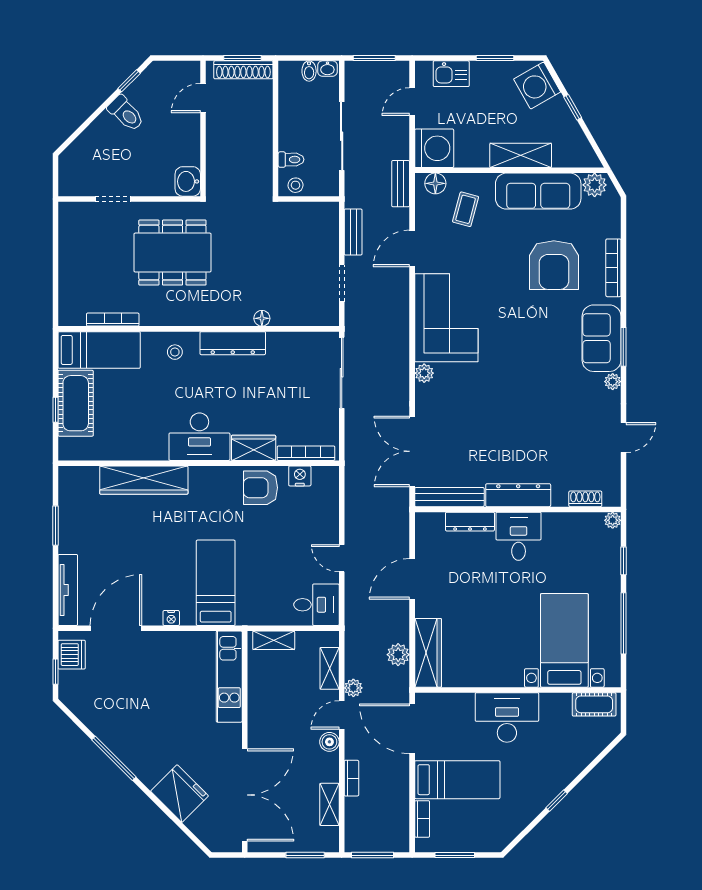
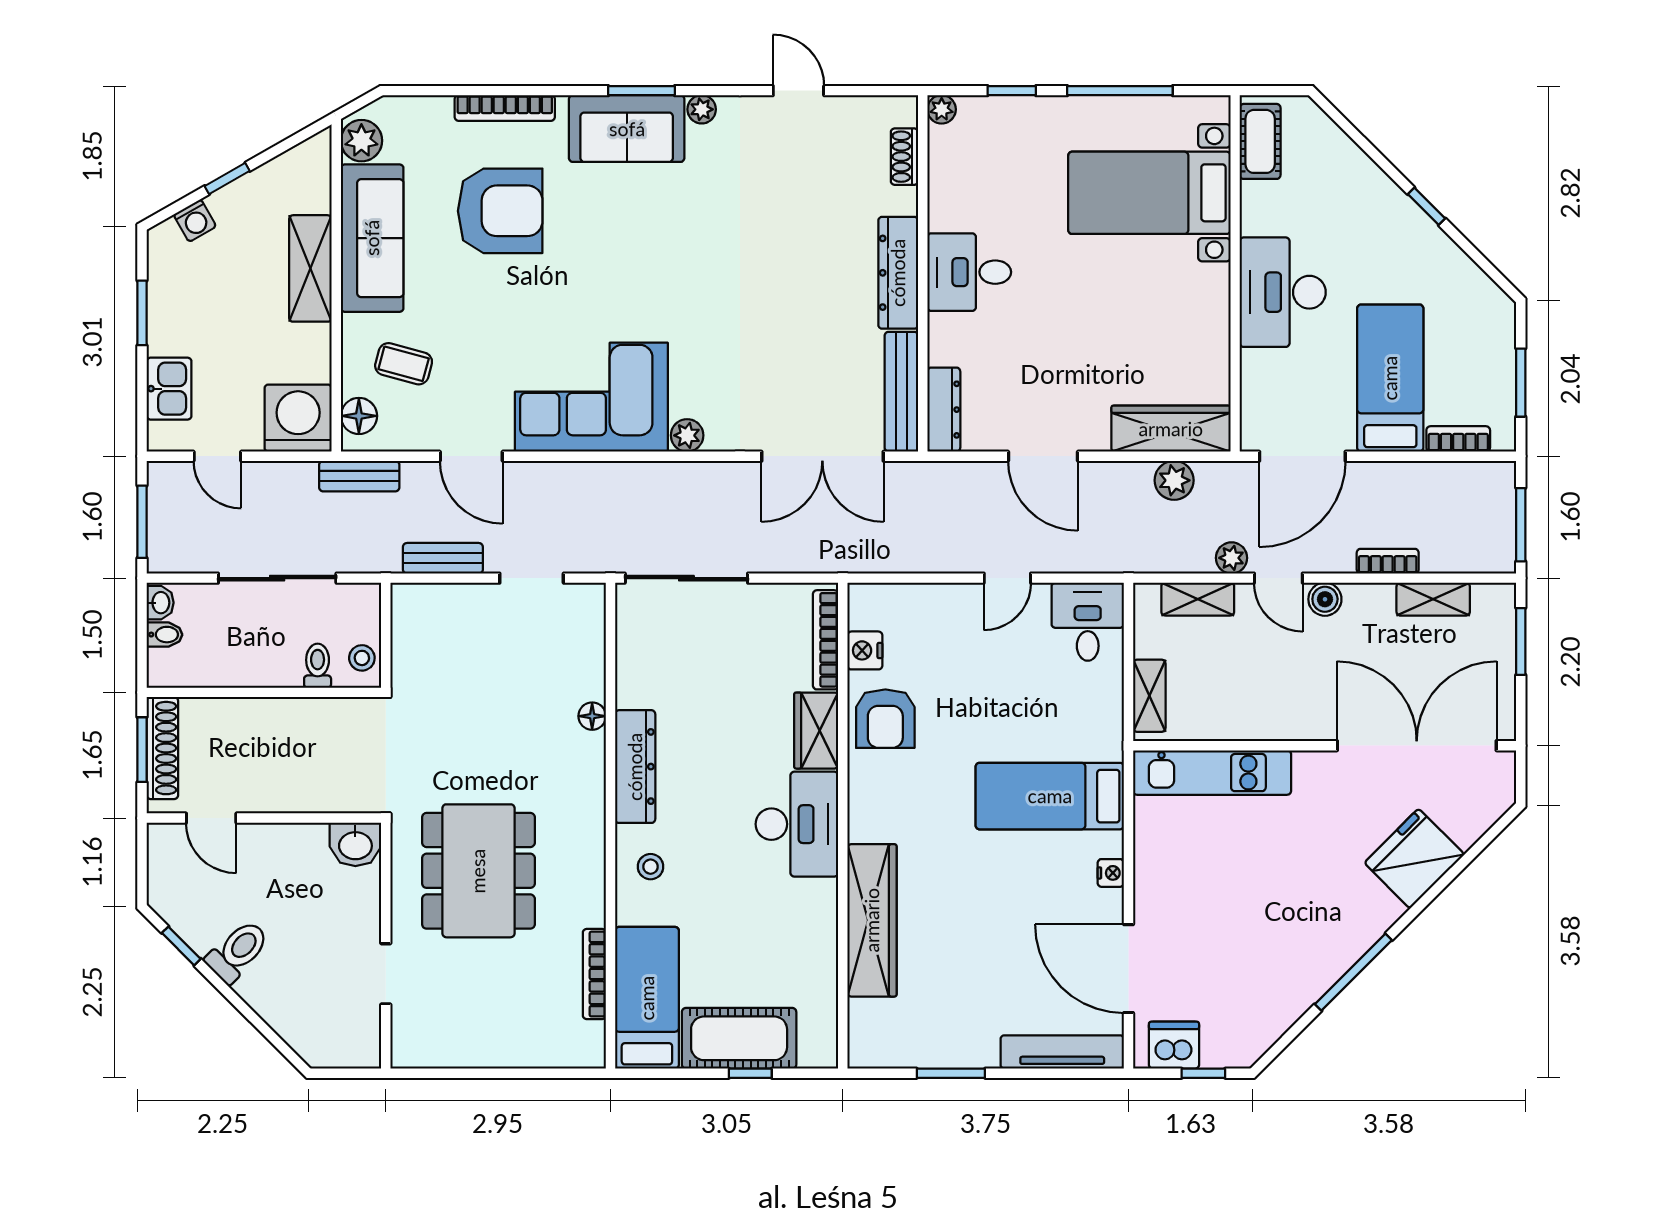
washing machine: (537, 86) -> (195, 221), width x0.53, depth x0.53
dresser: (470, 522) -> (944, 410), moved

